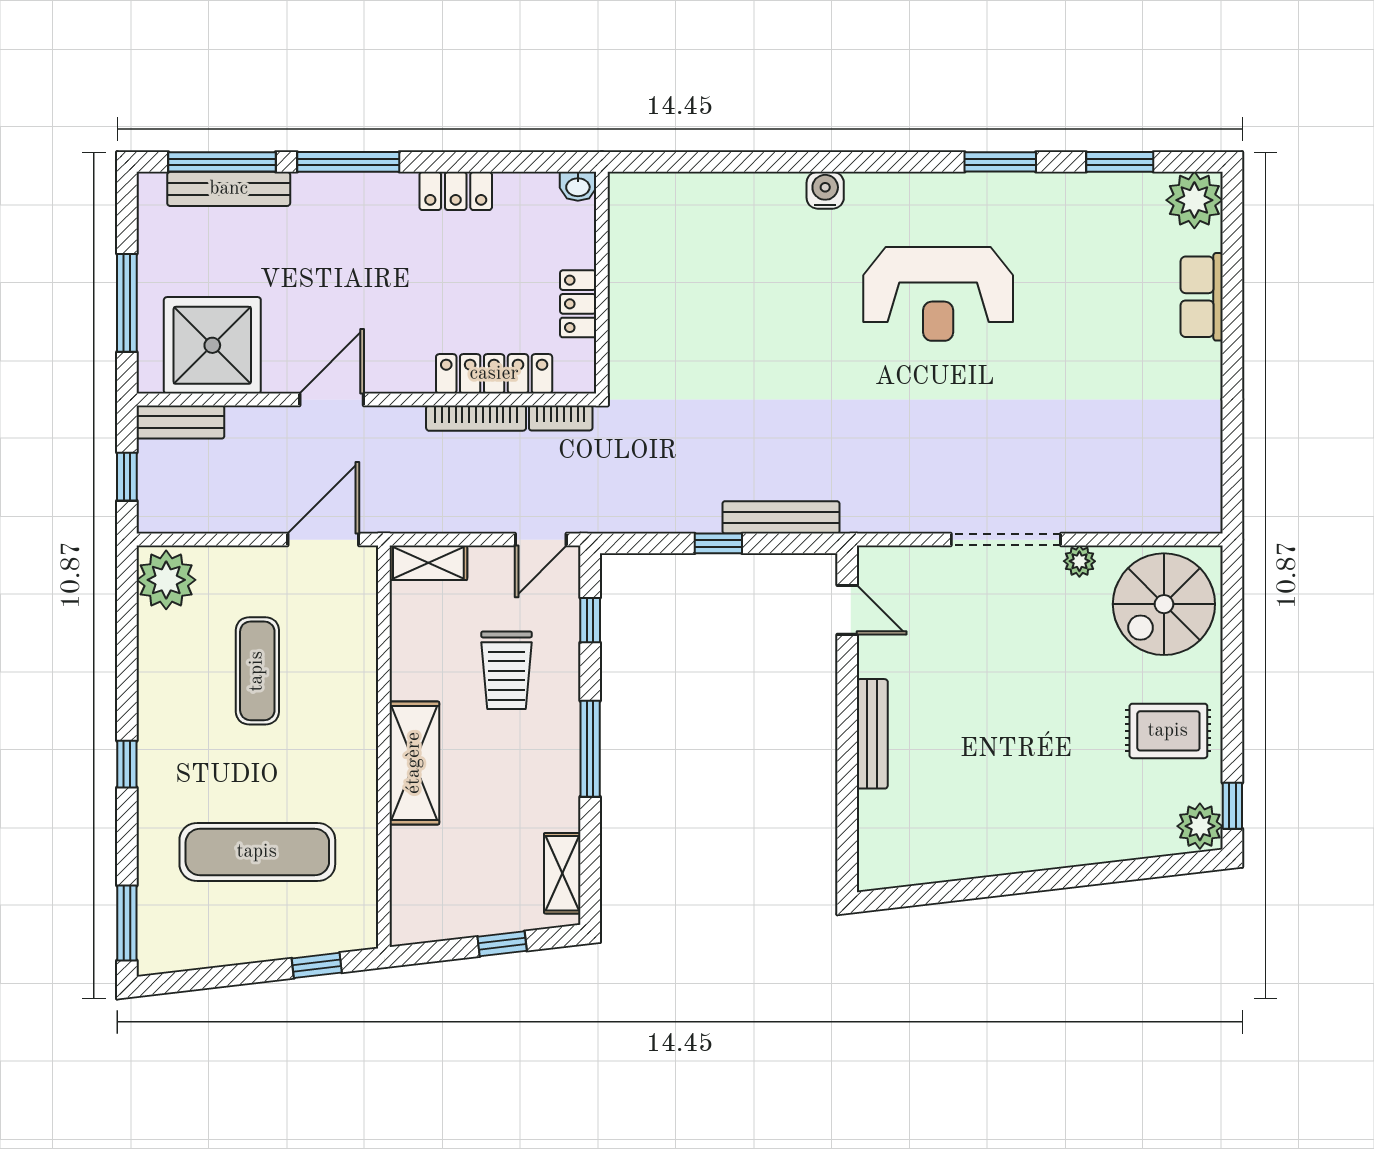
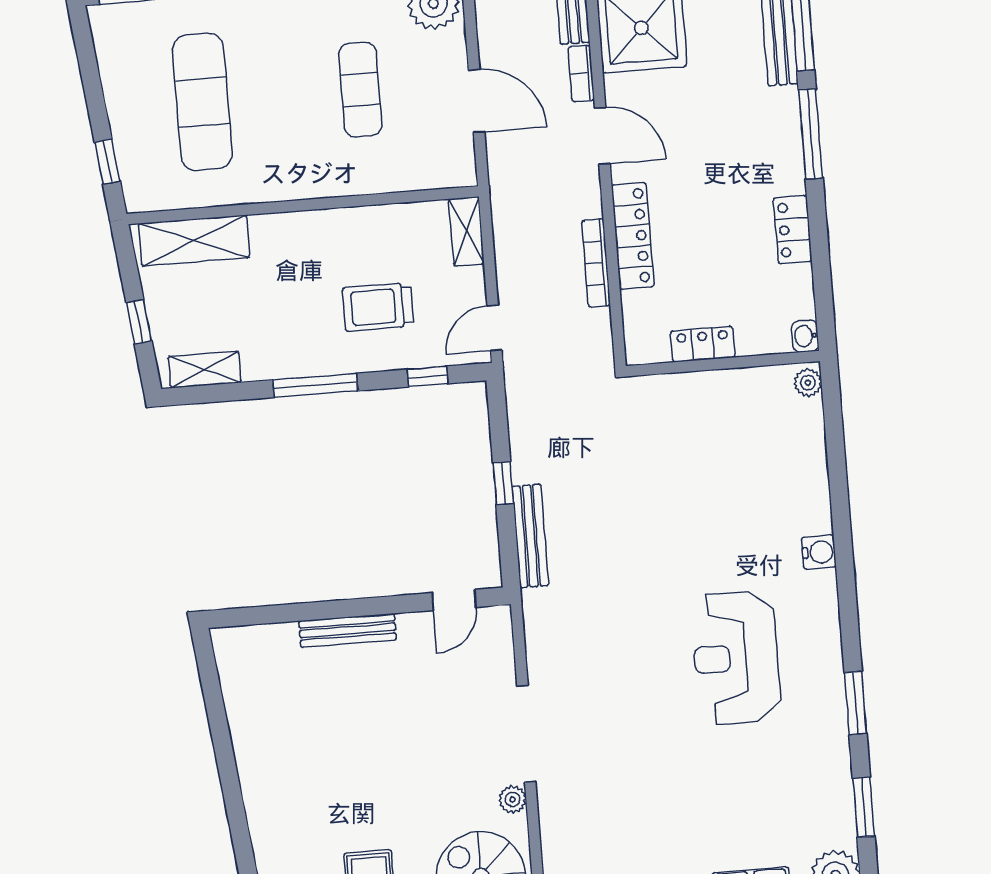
plant: (631, 187) -> (808, 383), added
locker: (494, 374) -> (633, 236), moved
bookcase: (561, 418) -> (581, 74), moved
door: (323, 540) -> (477, 101), moved
door: (541, 540) -> (494, 328), hinge flipped
exercise mat: (257, 671) -> (360, 90), turned 90
shelving: (414, 763) -> (194, 241), moved

